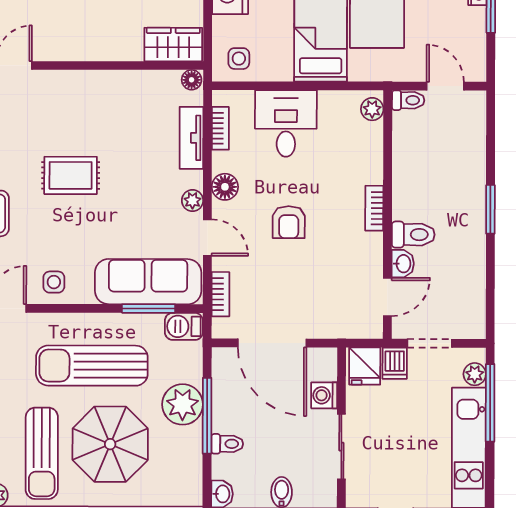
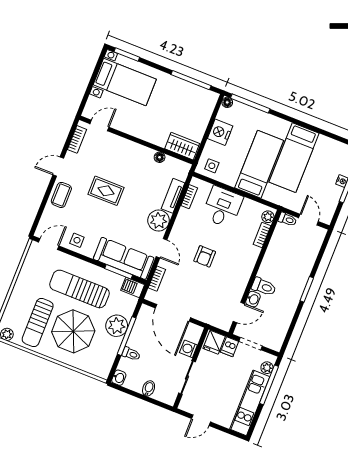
floor lamp: (192, 80) -> (160, 157), moved
floor lamp: (225, 187) -> (180, 226), removed
plant: (192, 201) -> (159, 221), width x1.88, depth x1.88
bookcase: (374, 208) -> (262, 235), moved

